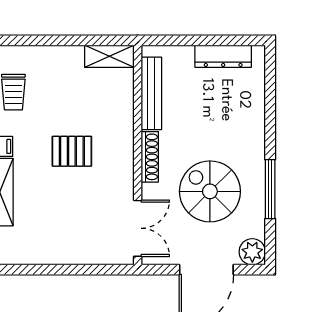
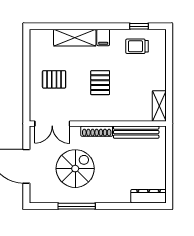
dresser: (223, 56) -> (149, 196), moved, turned 90
pallet: (67, 225) -> (54, 79), added
plant: (252, 252) -> (38, 195), removed

